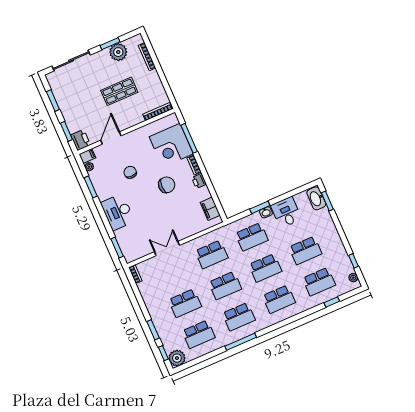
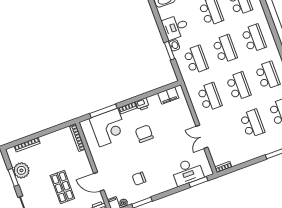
shop shelf: (119, 91) -> (62, 187), moved
chair: (130, 172) -> (139, 179), moved
desk: (118, 212) -> (187, 172), moved

